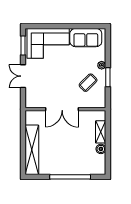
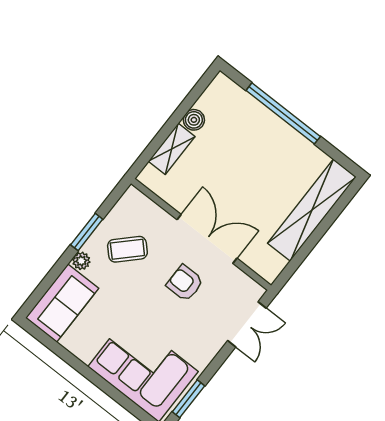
sofa: (86, 38) -> (62, 303), moved, turned 90
double door: (23, 76) -> (247, 324), moved
armchair: (57, 87) -> (185, 283), added

